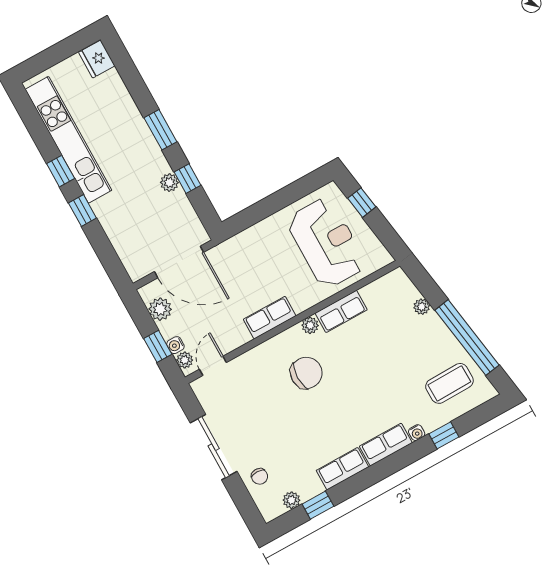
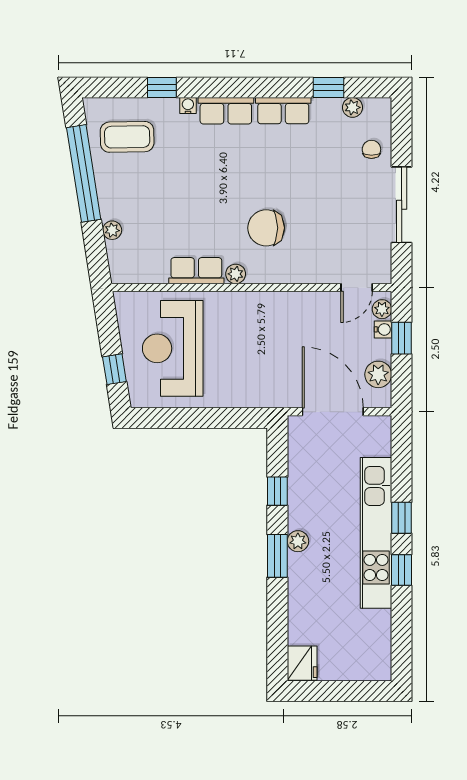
kitchen unit: (68, 140) -> (376, 533), moved
plant: (169, 183) -> (298, 541), moved
row of seats: (270, 318) -> (272, 304), removed

